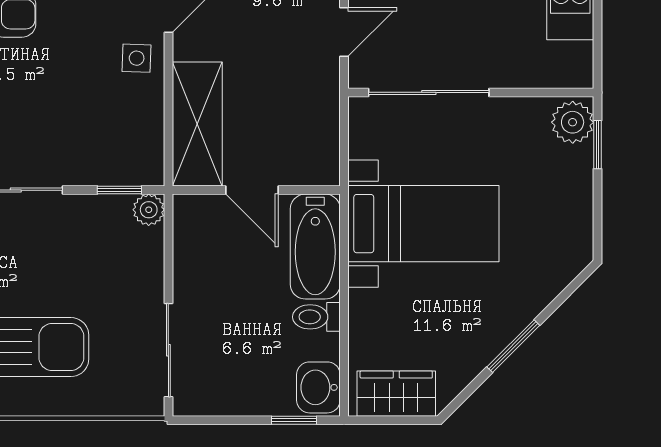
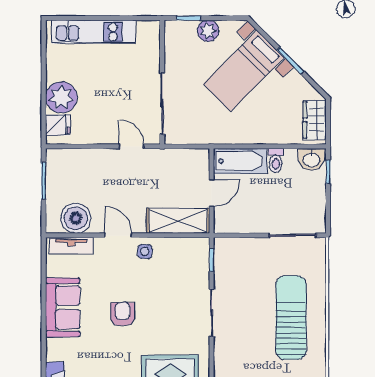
plant: (573, 122) -> (208, 31), moved
plant: (149, 210) -> (221, 245), removed
bed with nightstands: (423, 224) -> (244, 71), moved, turned -135

